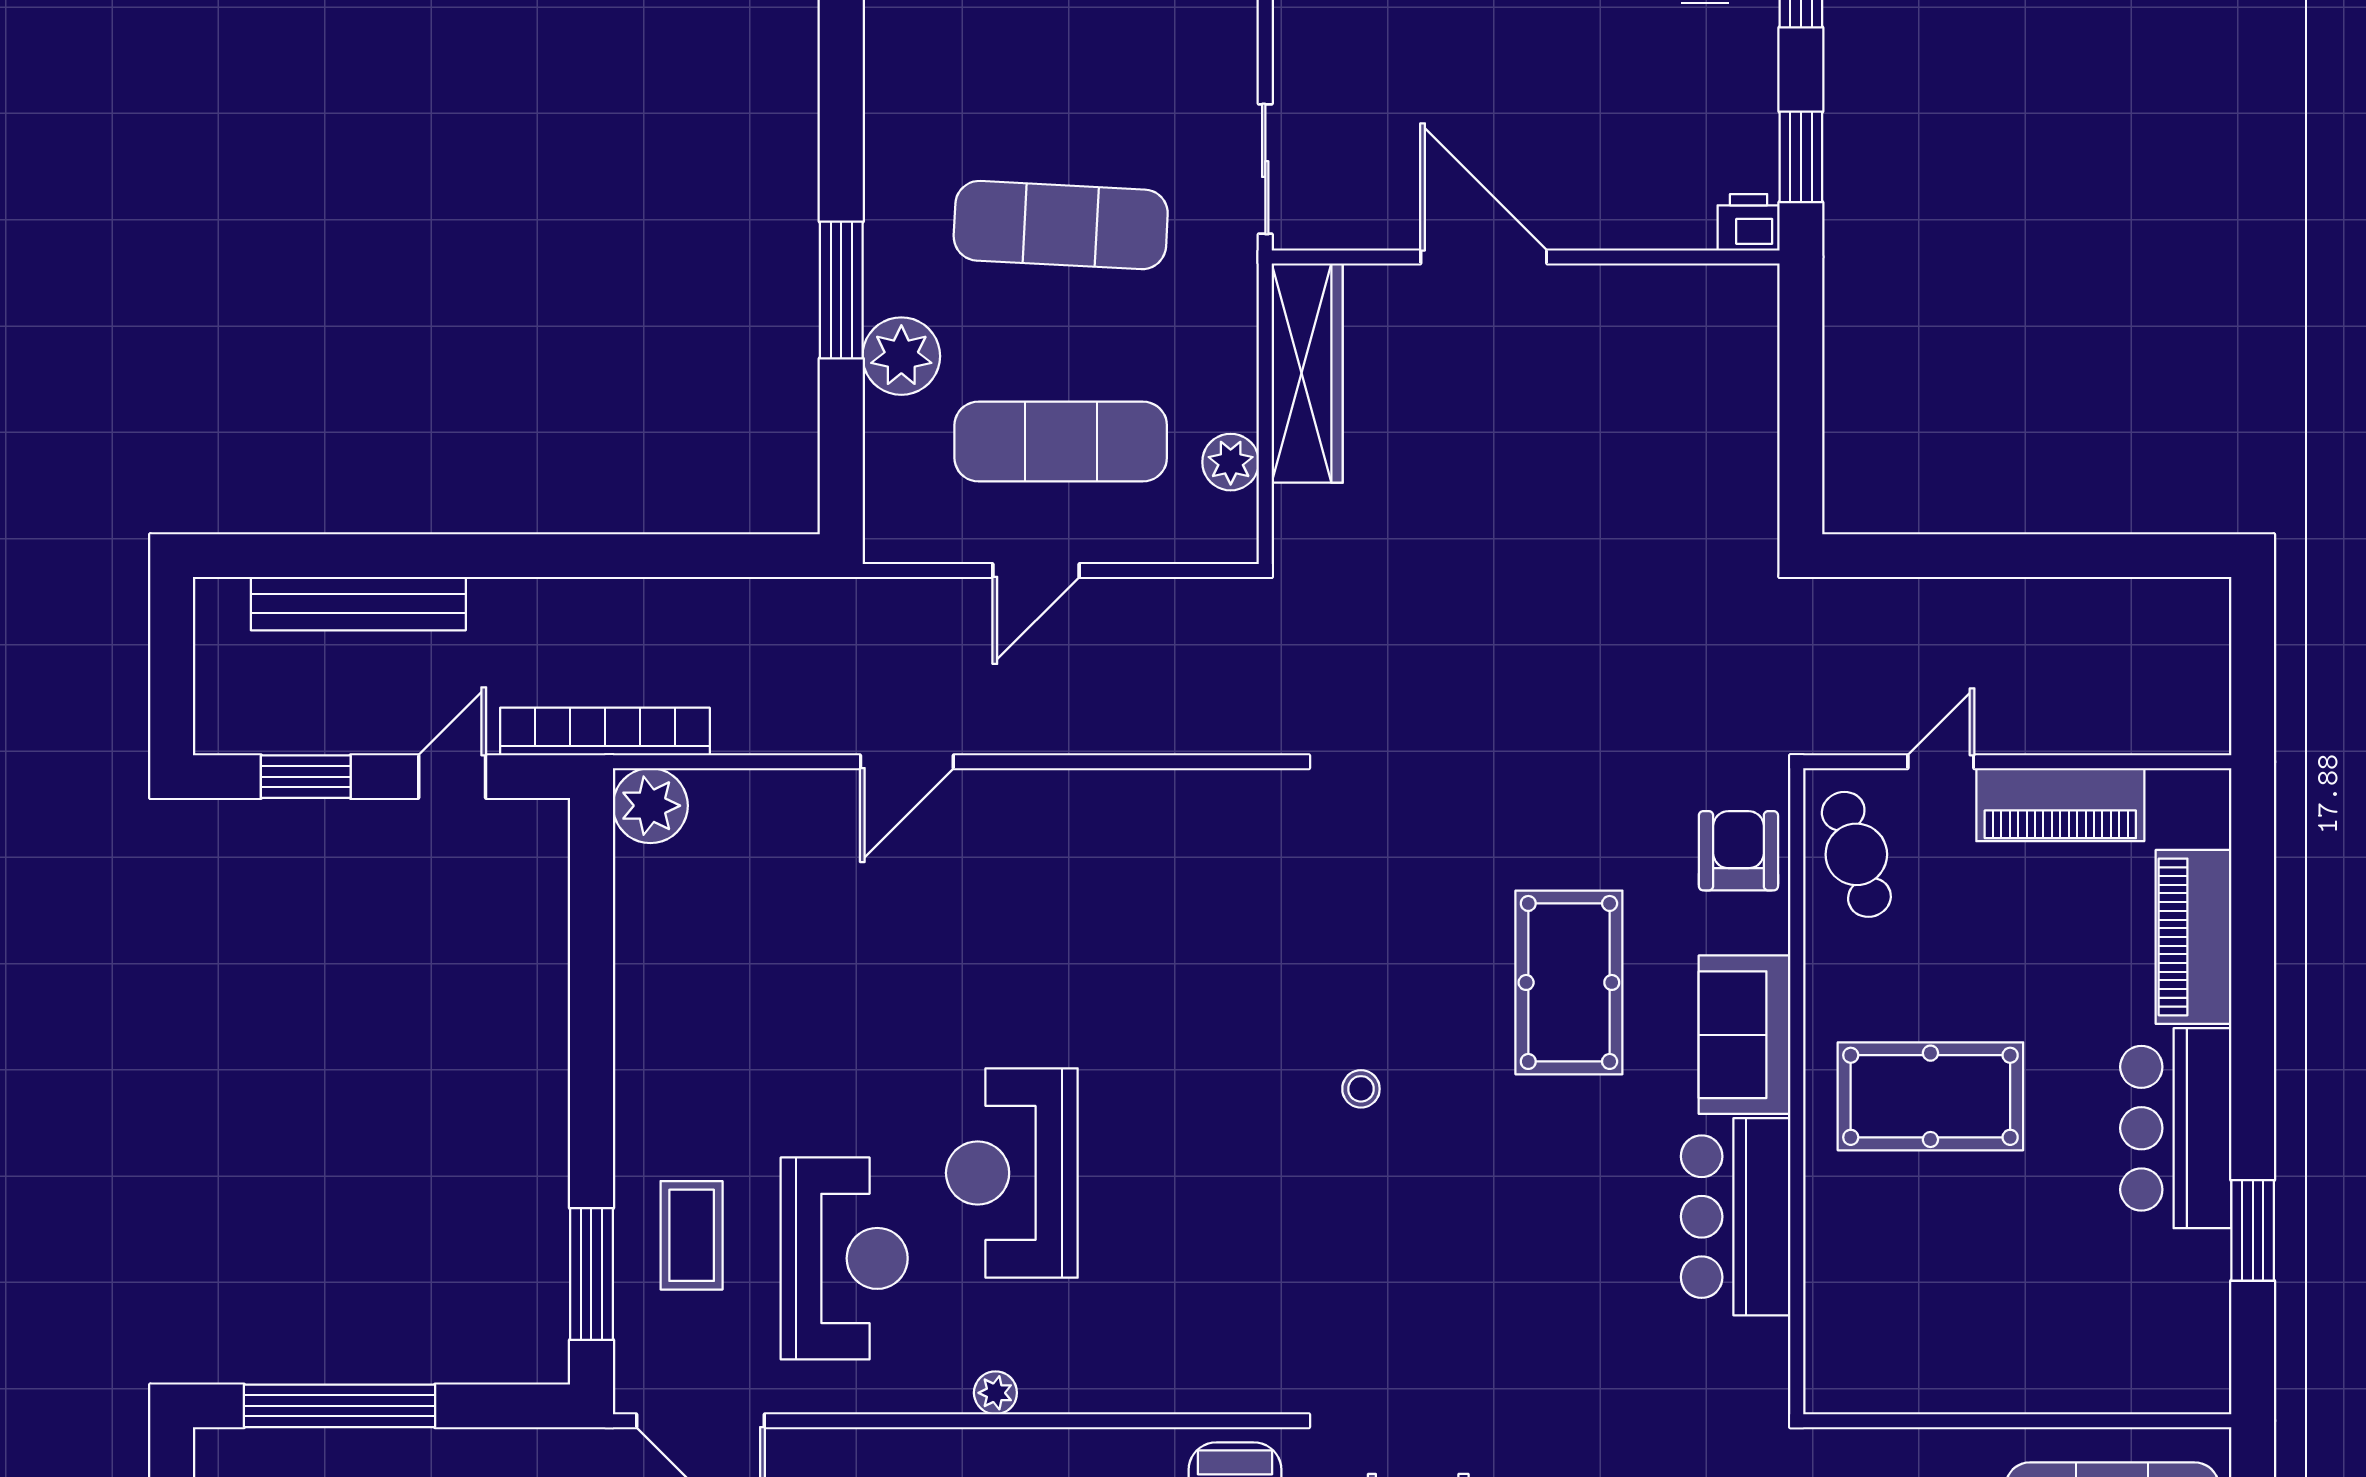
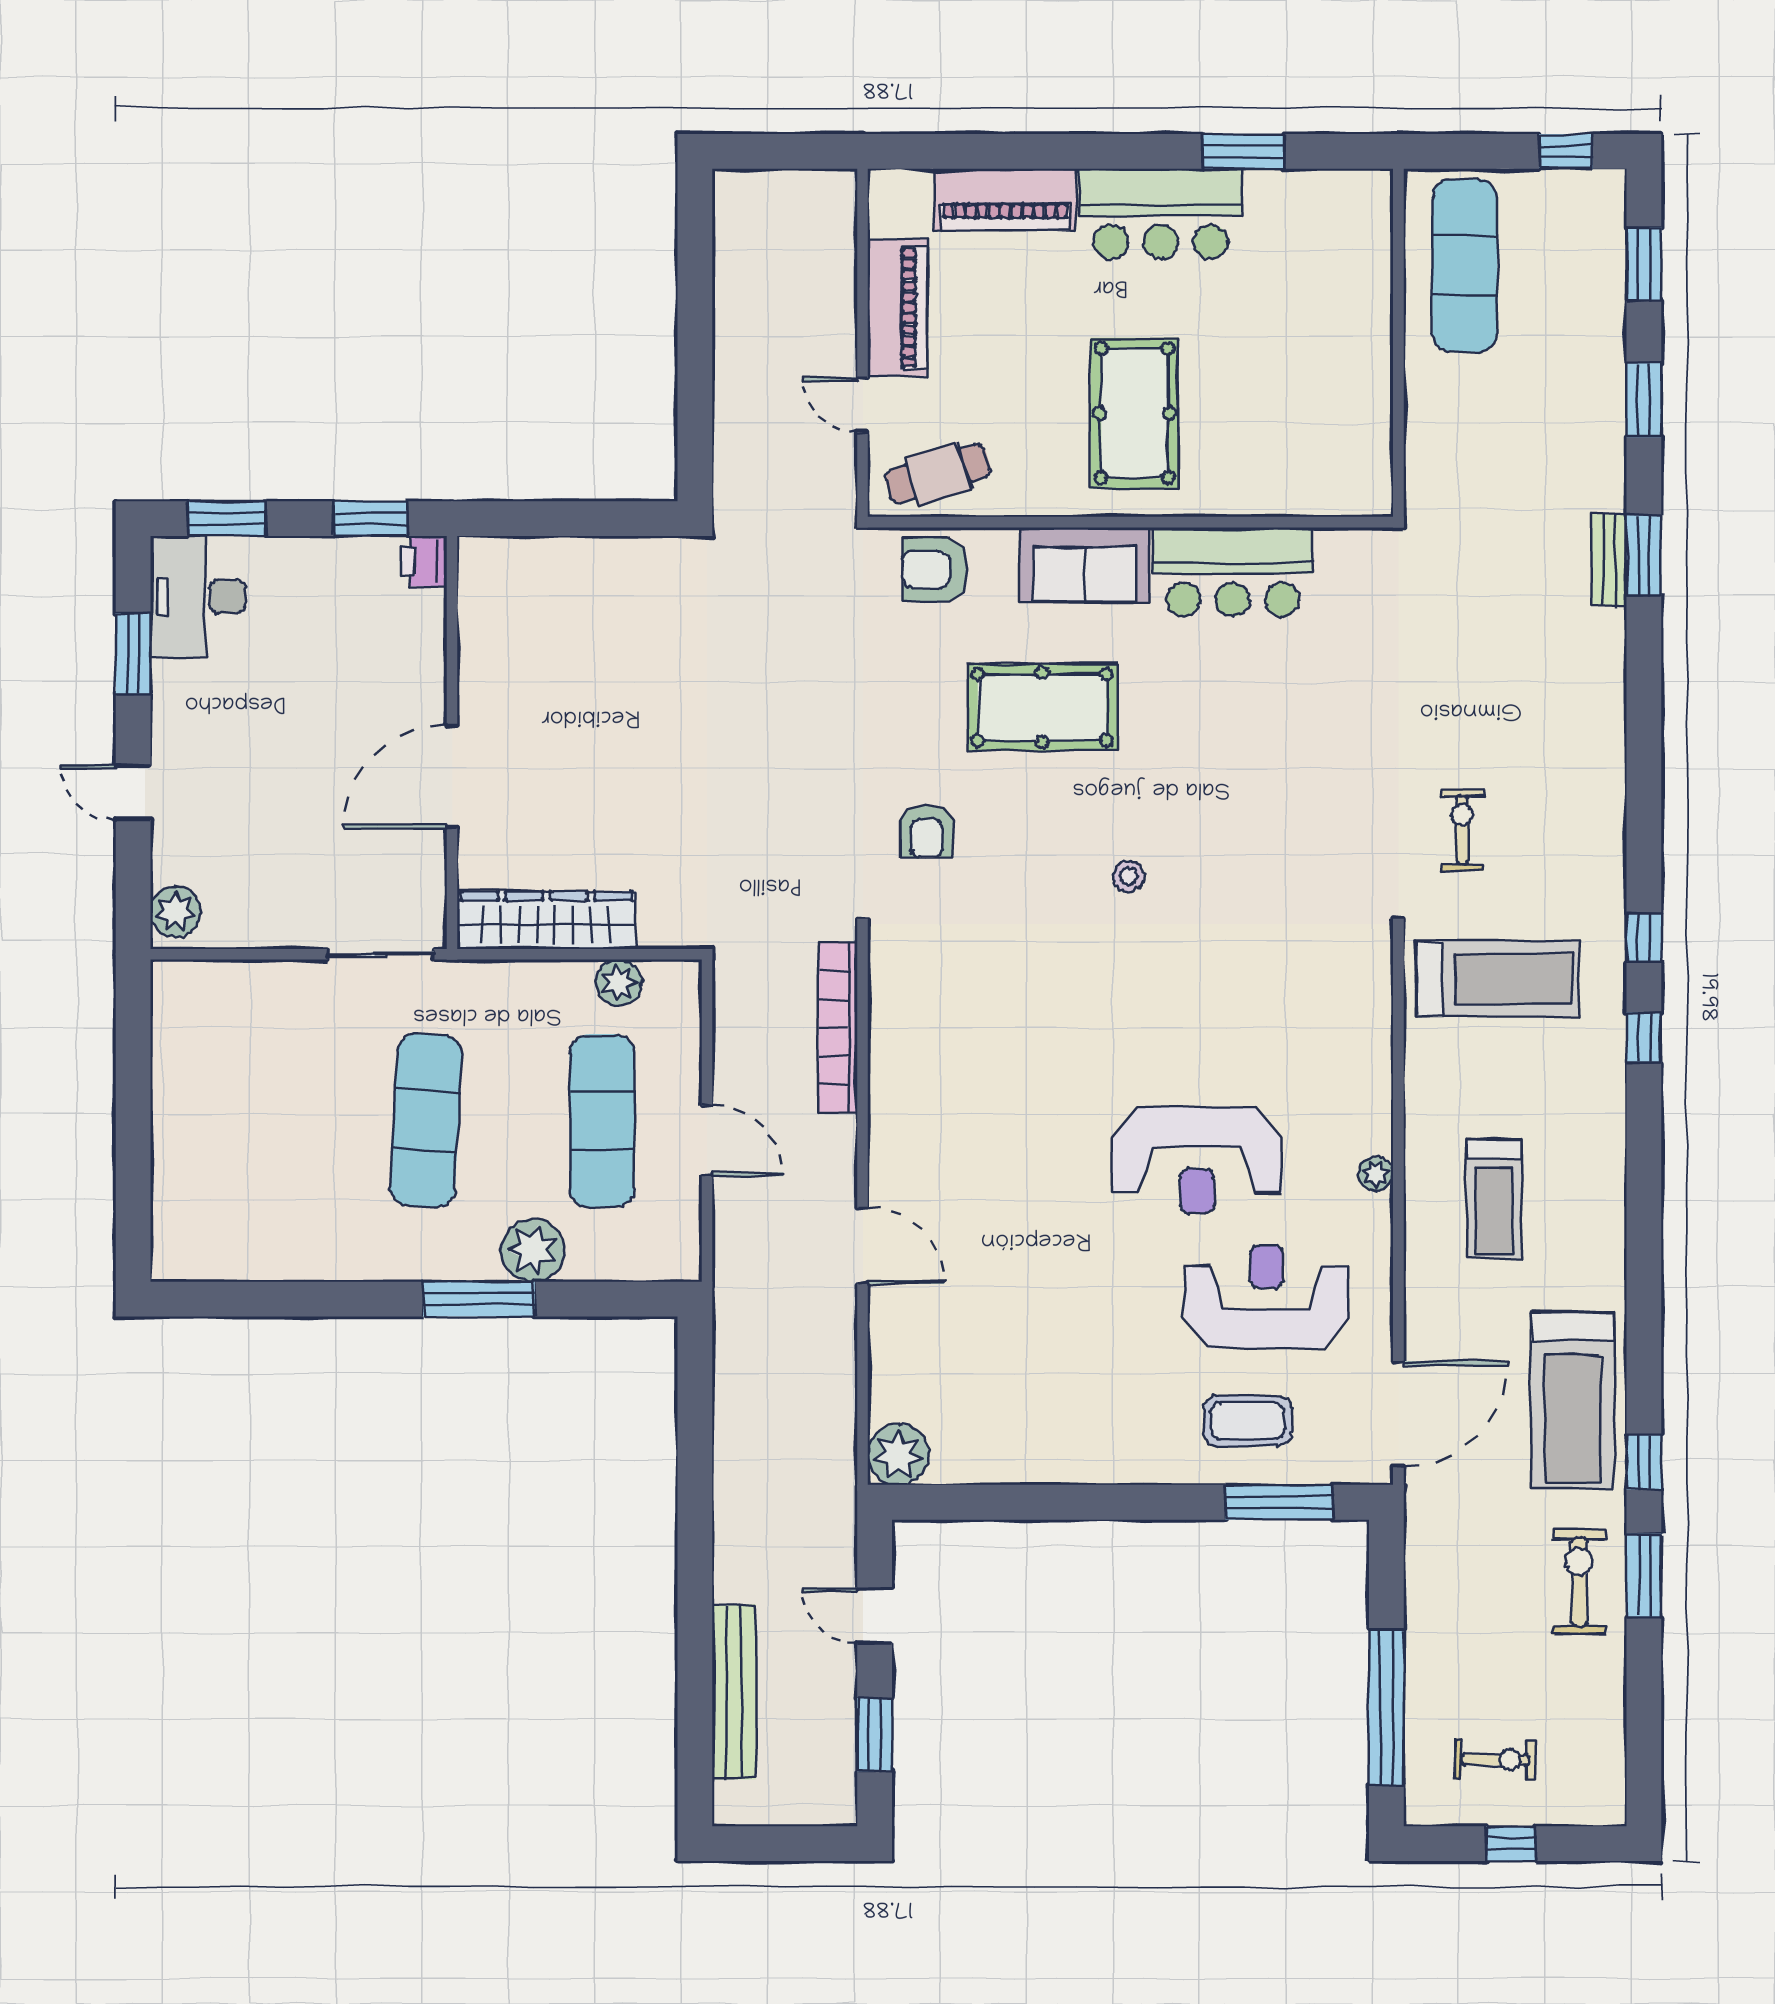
bookcase: (605, 732) -> (838, 1028), moved
armchair: (1417, 841) -> (927, 831), added

